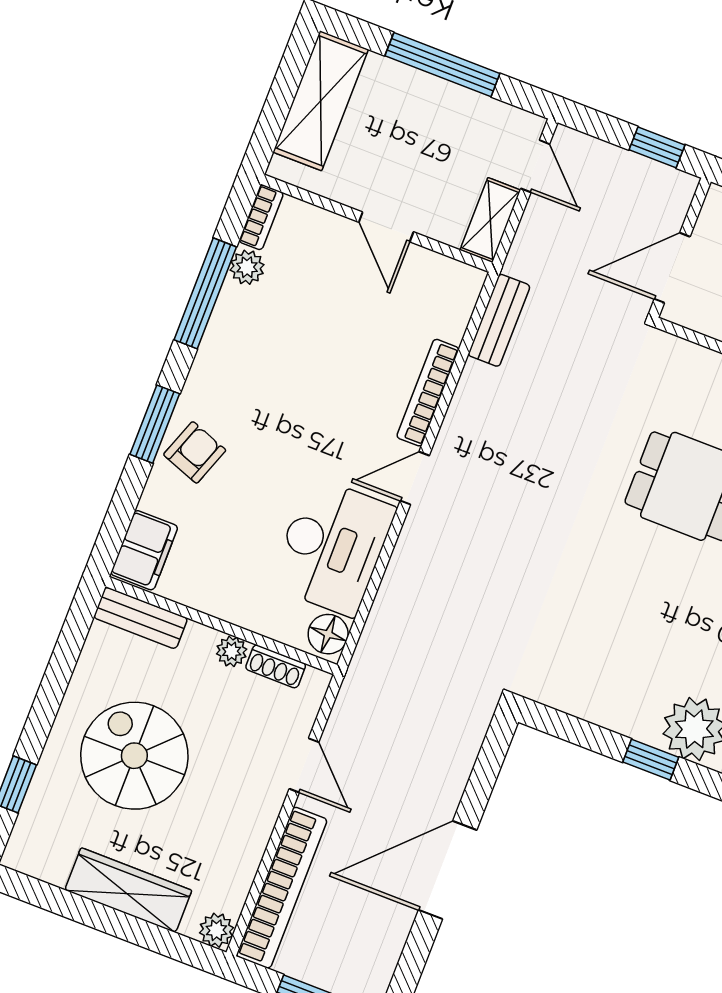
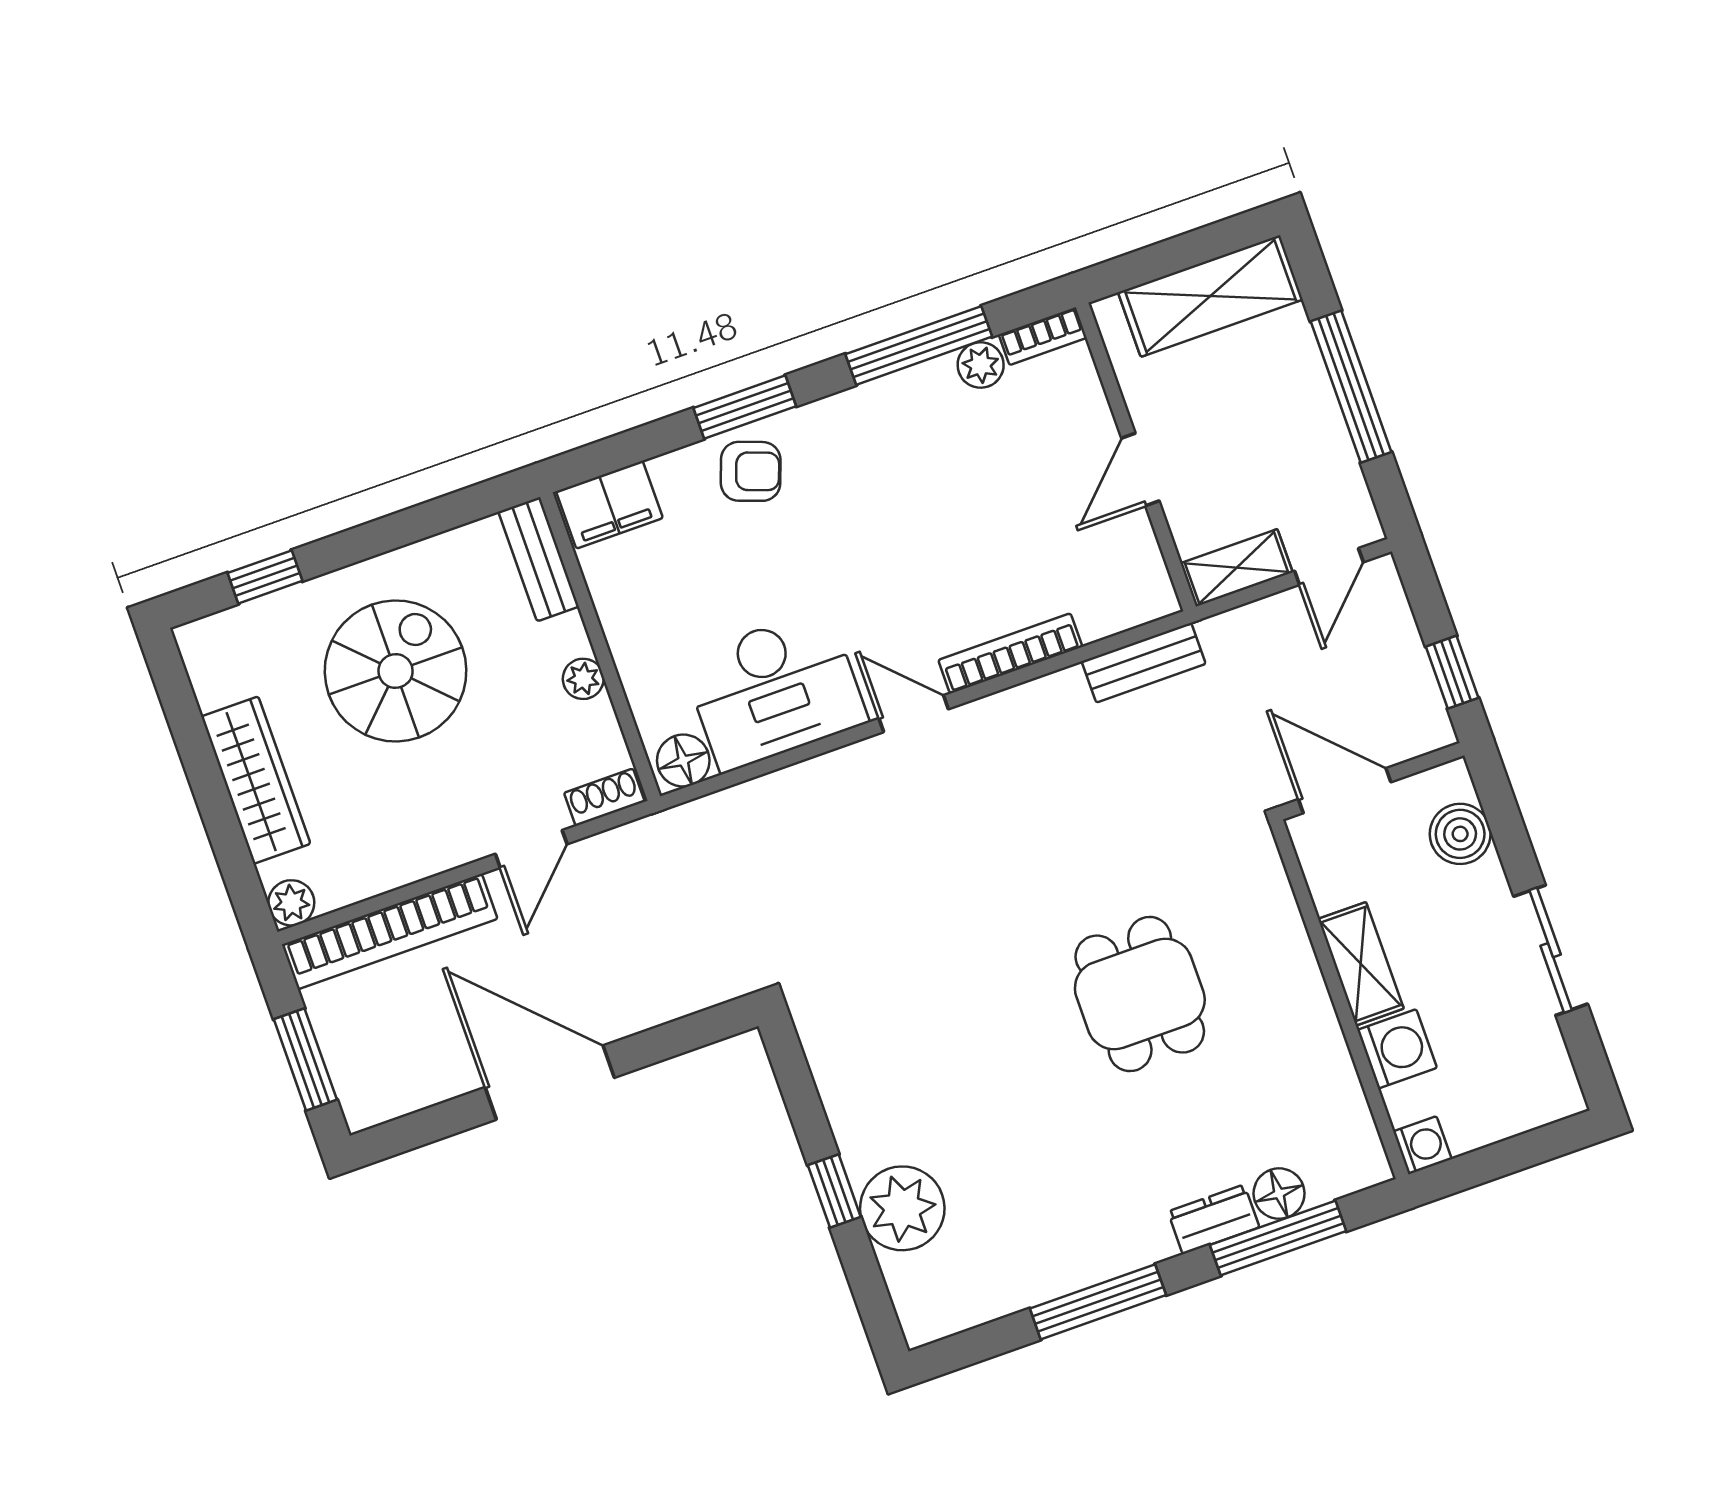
shoe rack: (276, 666) -> (604, 797), moved, turned 90

